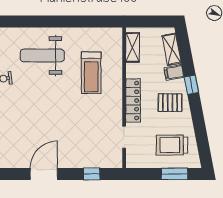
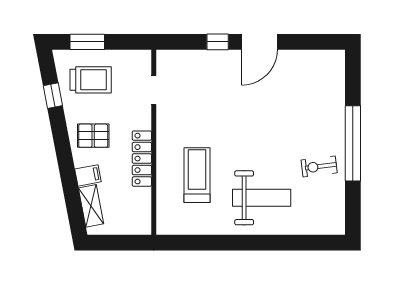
shelving: (133, 47) -> (143, 208), removed
window: (191, 85) -> (53, 96), moved
locker: (133, 100) -> (142, 159), moved
window: (92, 174) -> (218, 42), moved

